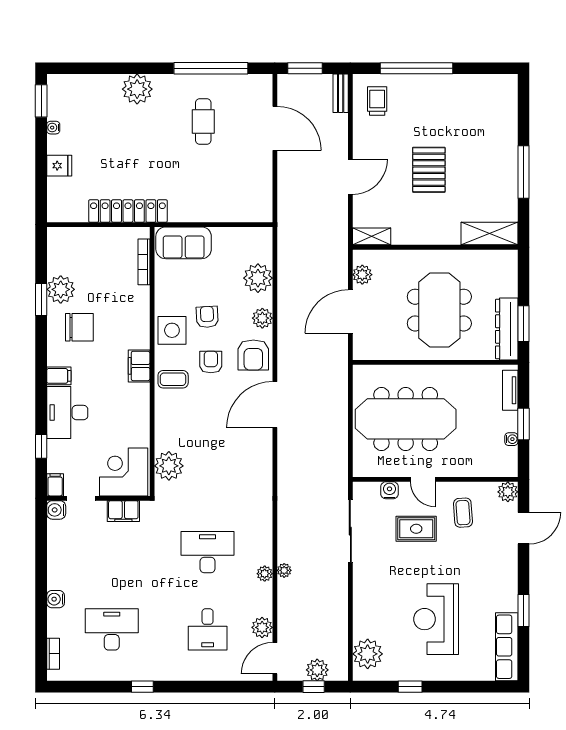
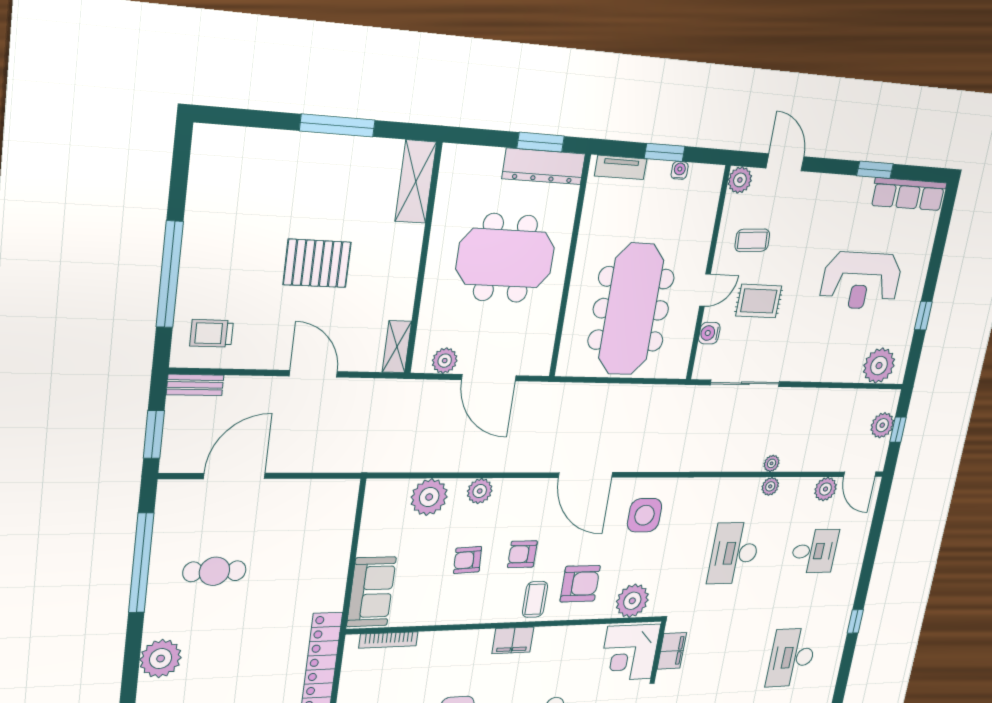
side table: (172, 330) -> (645, 515), moved
armchair: (253, 355) -> (580, 584), moved
rug: (416, 529) -> (759, 301), turned 90

